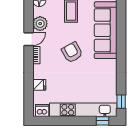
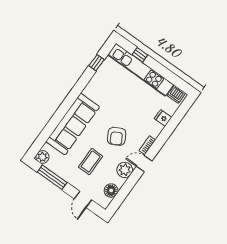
armchair: (72, 52) -> (117, 136), moved
window: (121, 102) -> (97, 63), moved
window: (102, 121) -> (140, 55), moved

